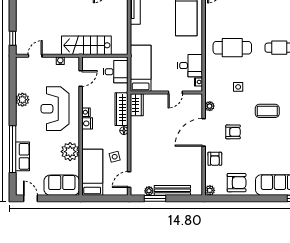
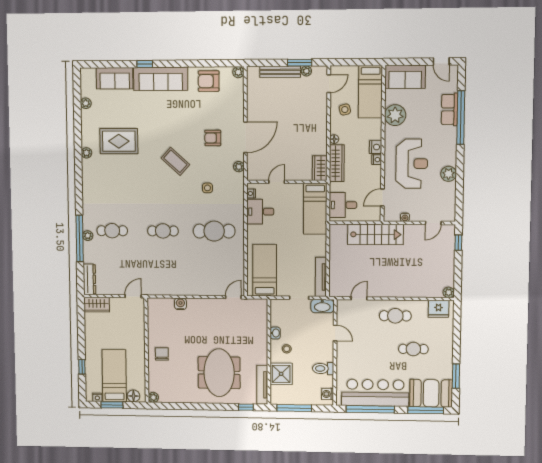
coffee table: (267, 111) -> (175, 161), turned 42
armchair: (215, 159) -> (233, 108), removed

